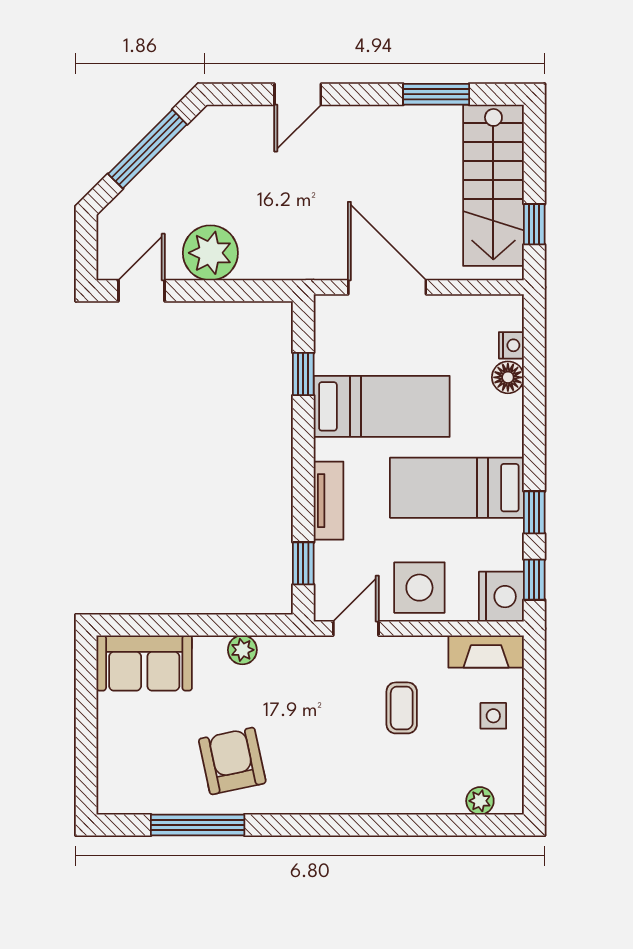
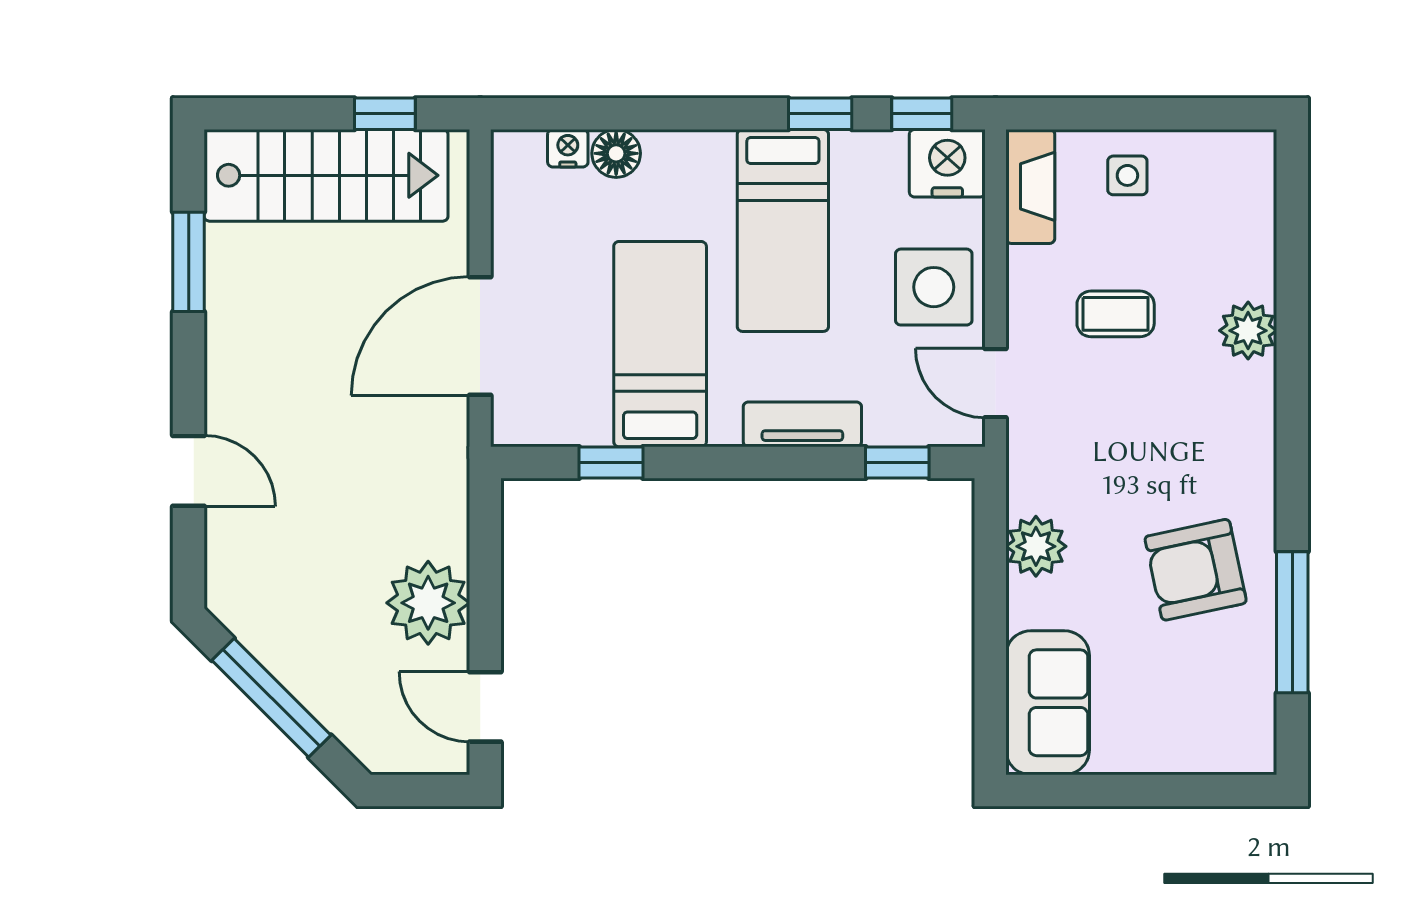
plant: (242, 650) -> (1036, 546), width x1.38, depth x1.38
plant: (480, 801) -> (1248, 331), moved, width x1.38, depth x1.38

